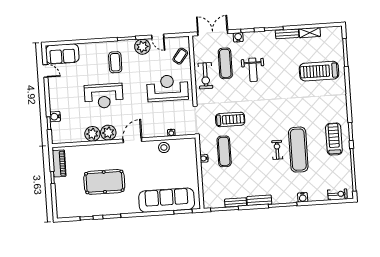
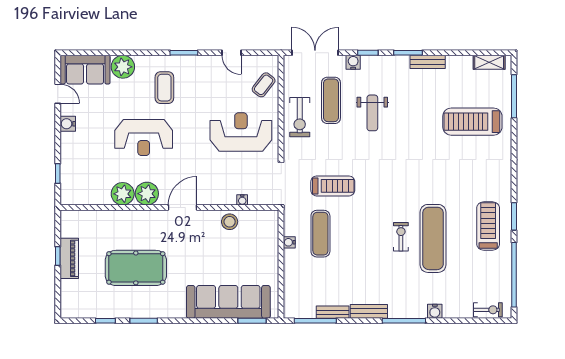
shelving: (310, 33) -> (489, 62), moved
plant: (142, 47) -> (123, 67), moved
water cooler: (55, 117) -> (68, 124), moved
piano: (59, 163) -> (69, 258), moved

